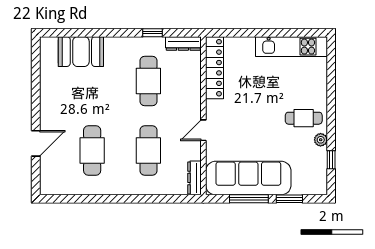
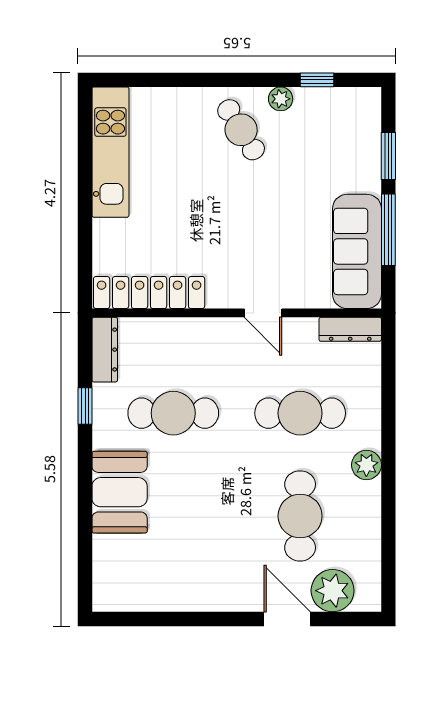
booth: (81, 52) -> (120, 492), moved
cafe table: (304, 118) -> (241, 130), turned -32
cafe table: (92, 150) -> (300, 516), turned 90
plant: (51, 168) -> (333, 591), added
sofa: (248, 178) -> (357, 251), width x0.74, depth x0.79
plant: (120, 187) -> (366, 465), added

